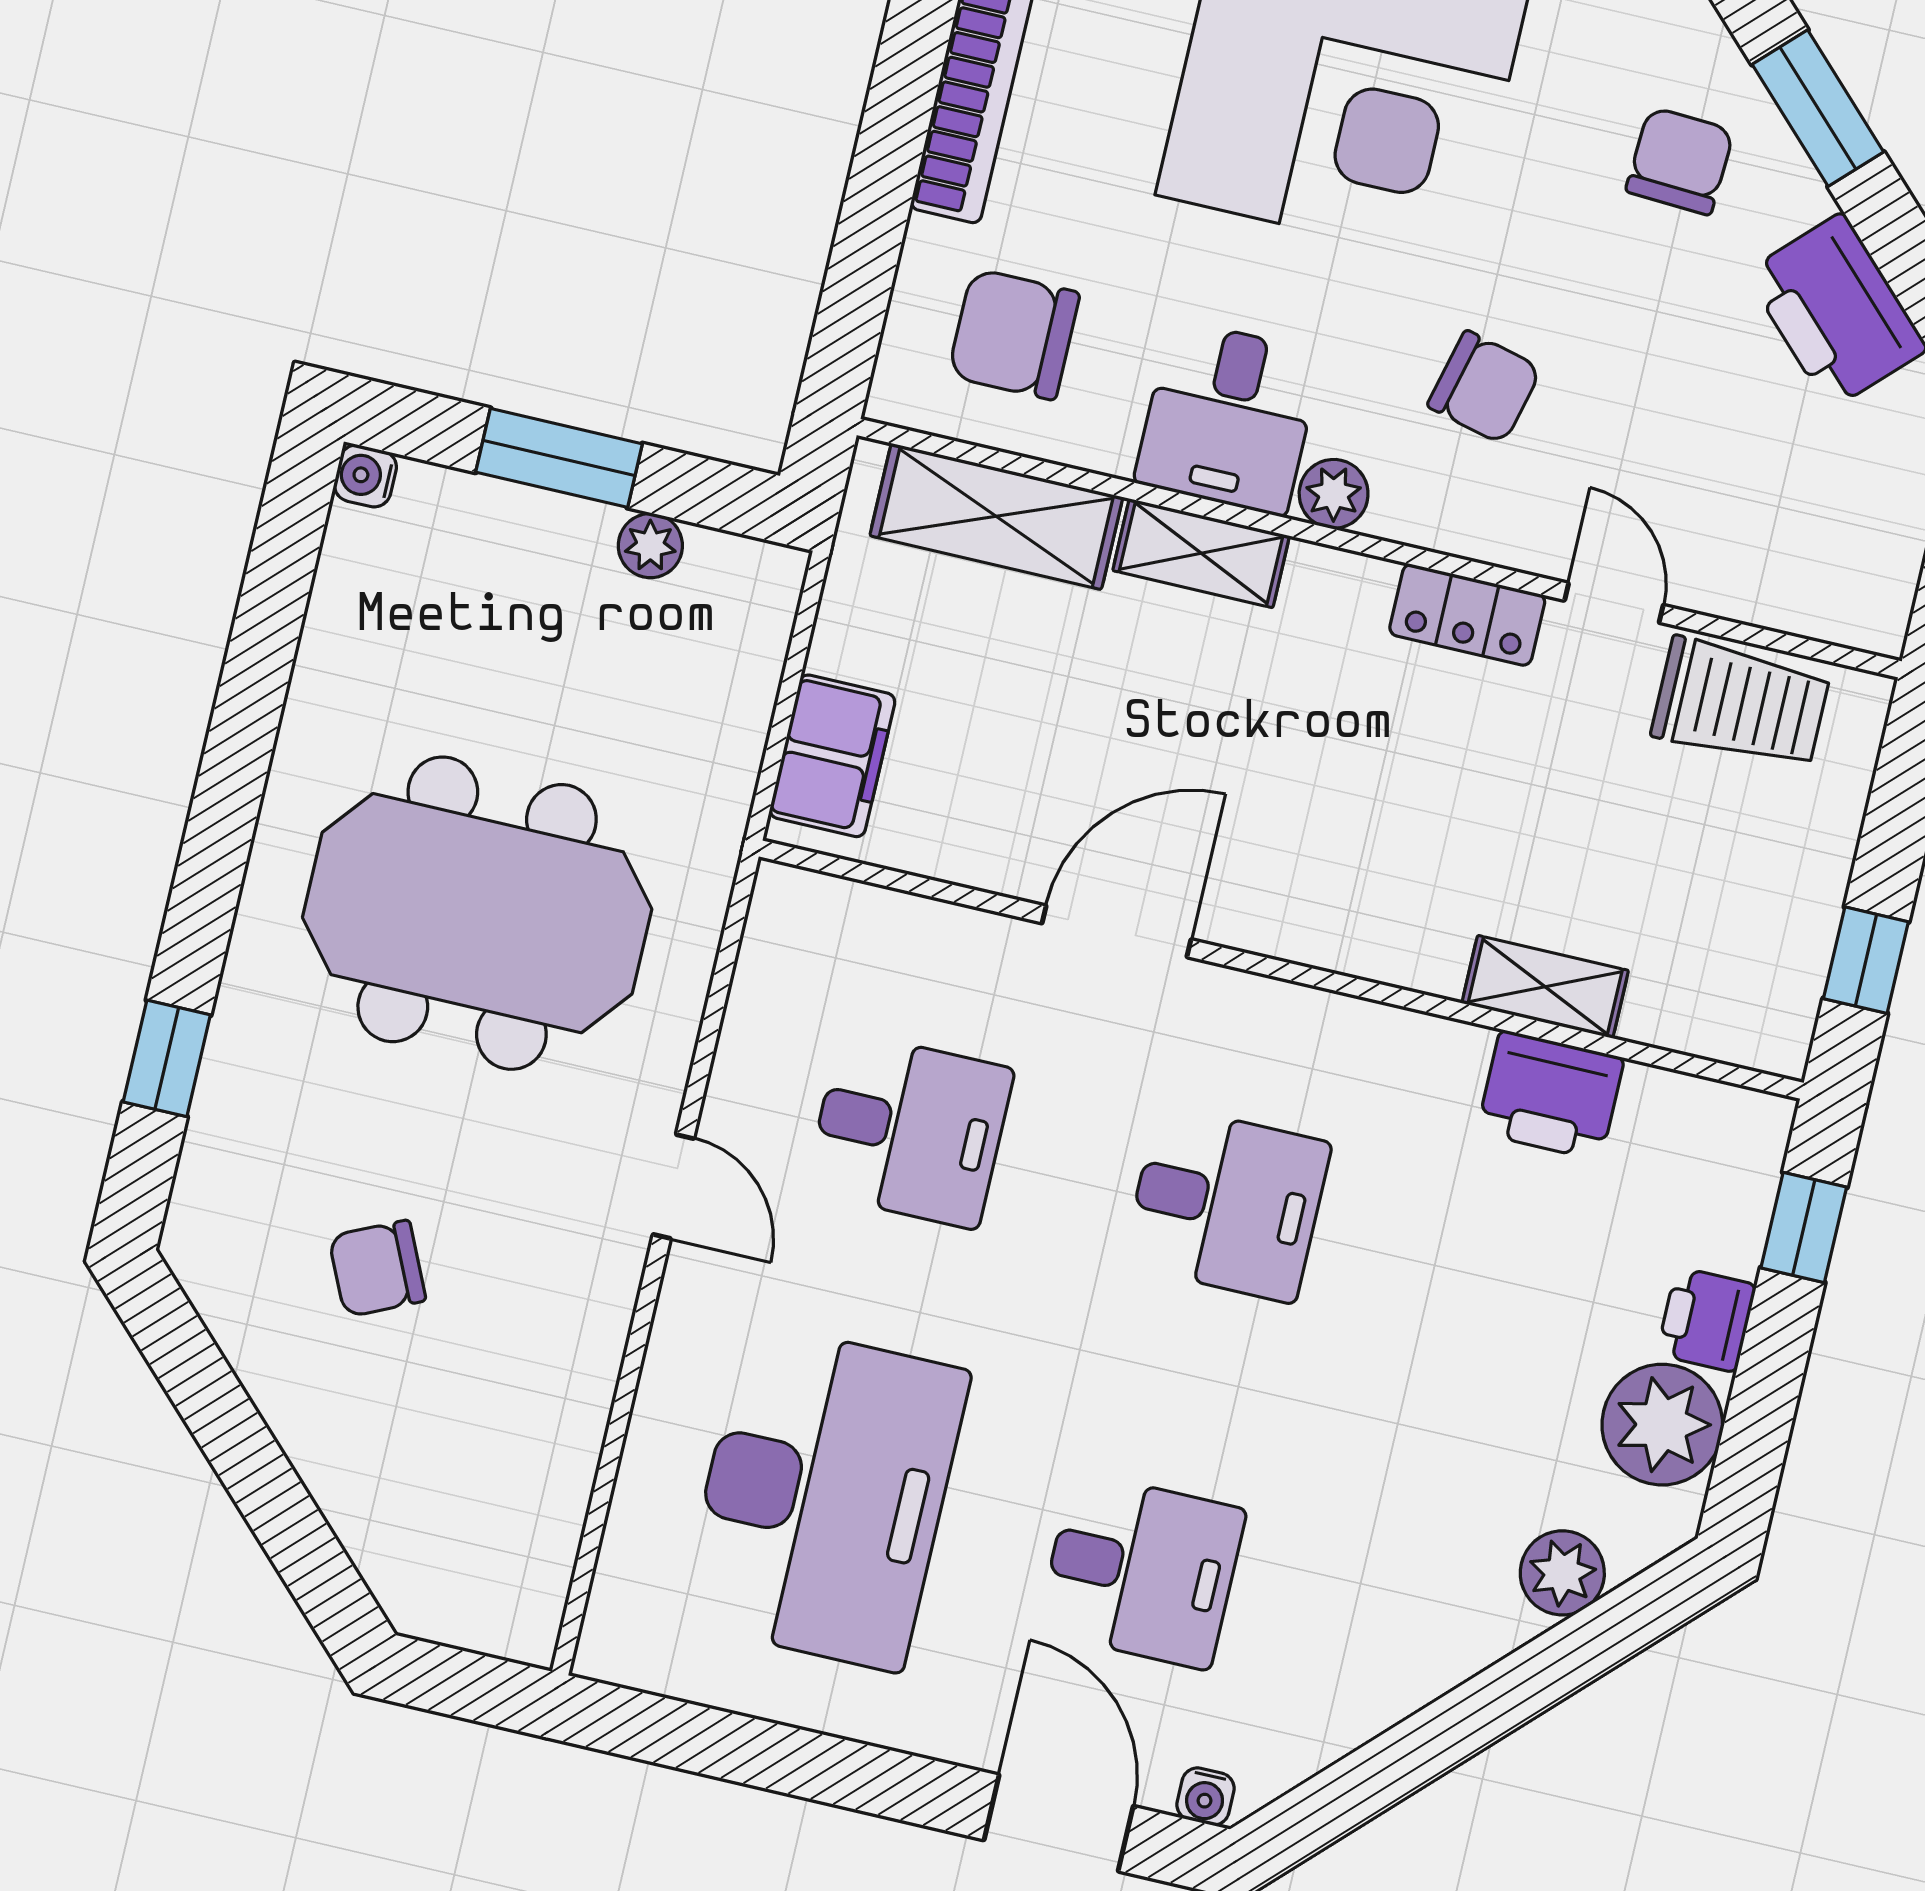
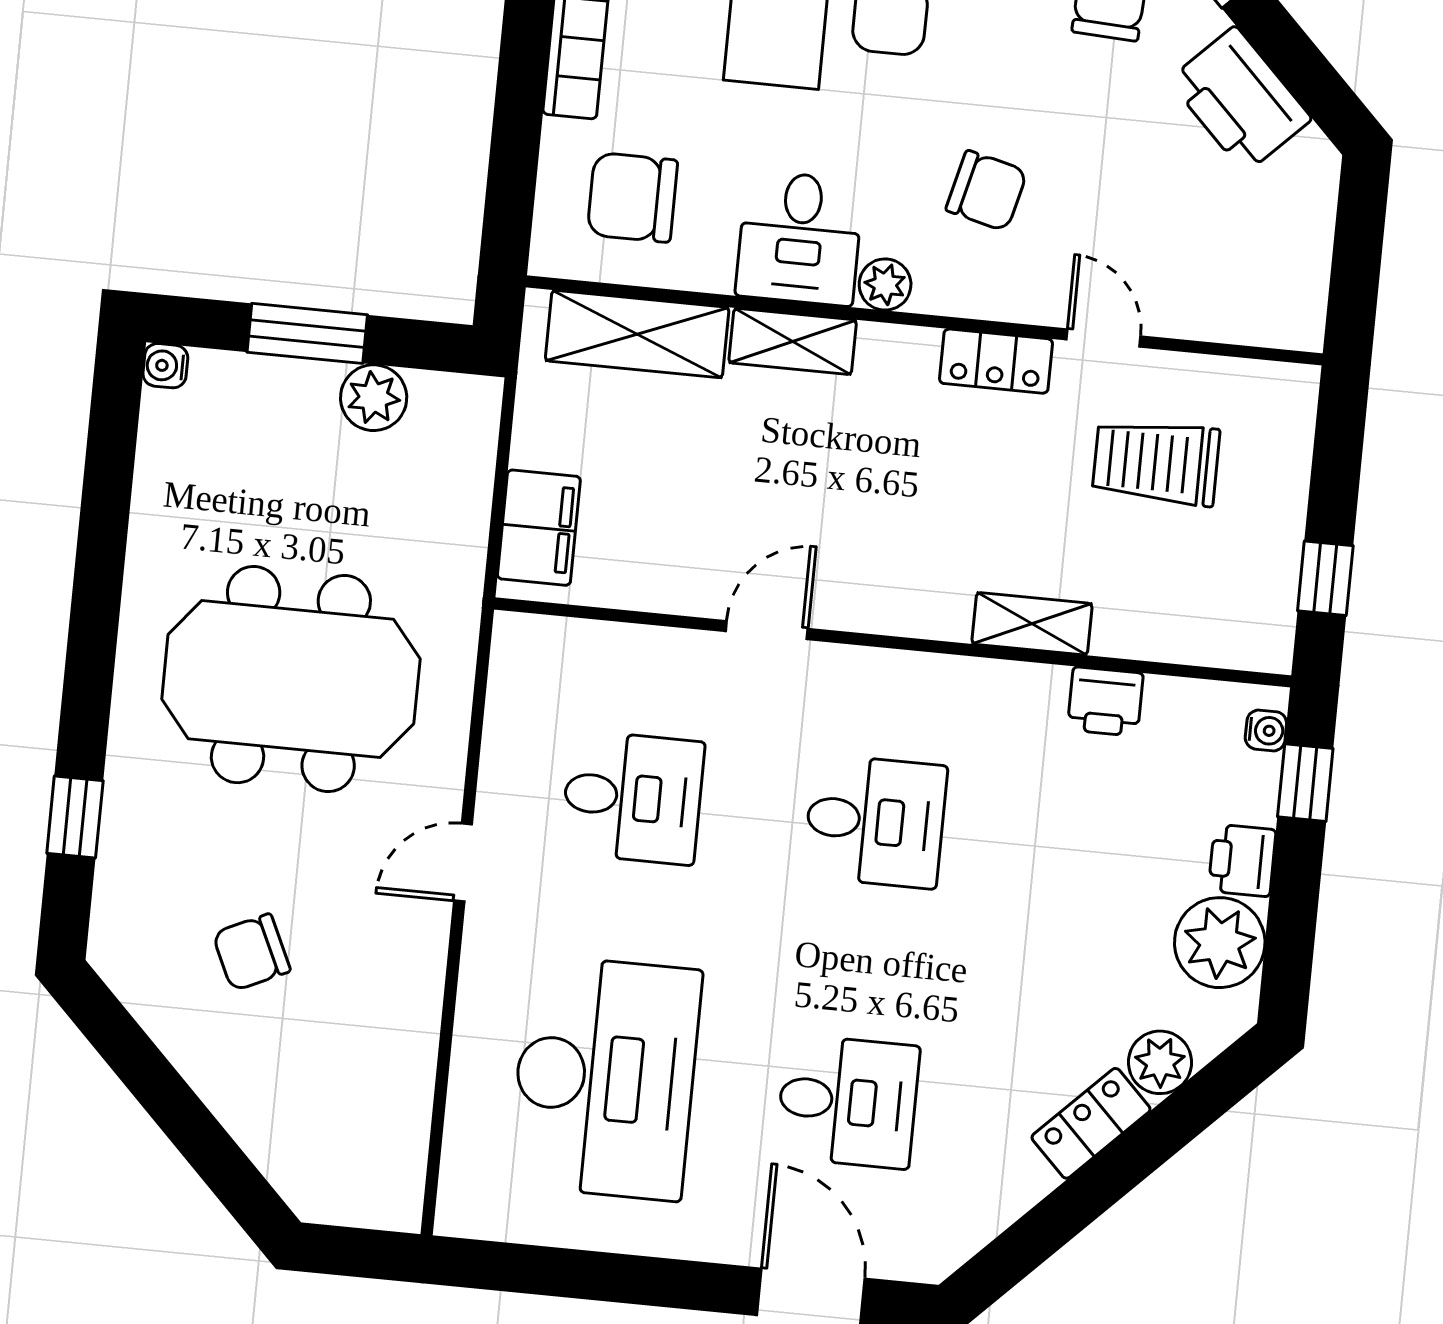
plant: (650, 546) -> (374, 398), width x1.38, depth x1.38
trolley: (1741, 703) -> (1156, 462), moved, turned 180
door: (1117, 931) -> (767, 630), width x0.73
shelving: (1545, 987) -> (1032, 624), moved
printer: (1550, 1095) -> (1105, 702), width x0.73, depth x0.81
door: (673, 1186) -> (463, 863), swing flipped
locker: (1460, 1642) -> (1091, 1123), added
water cooler: (1205, 1796) -> (1266, 730), moved, turned -90

